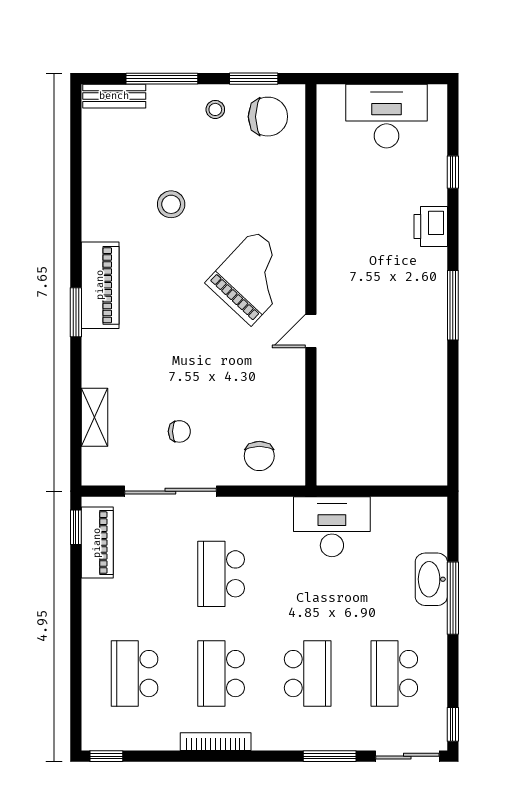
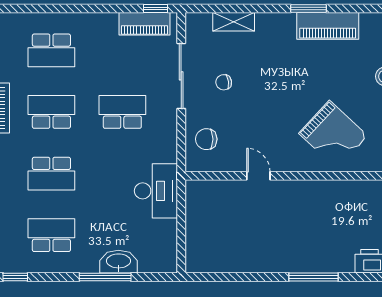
door: (311, 331) -> (258, 176), moved
chair: (179, 431) -> (224, 82), turned 82
school desk: (134, 674) -> (51, 50), turned 180

